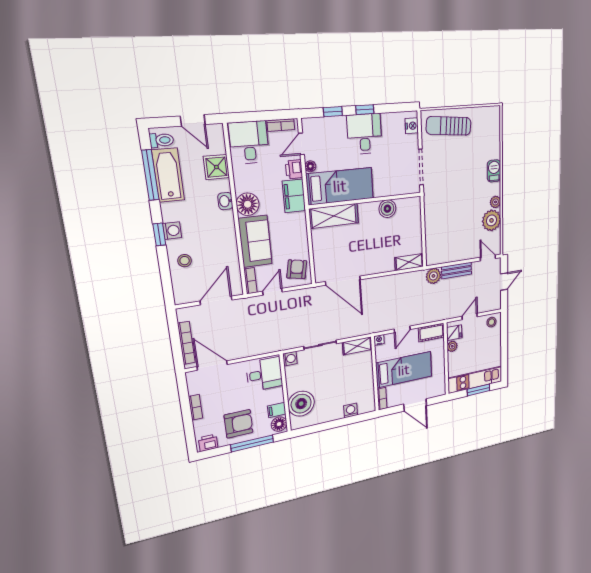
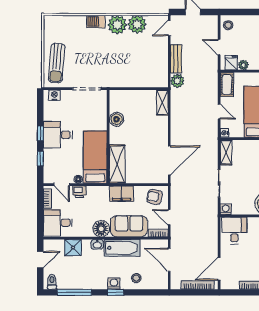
bathtub: (168, 175) -> (122, 248), moved, turned 180
filing cabinet: (294, 196) -> (121, 194), moved
plant: (495, 202) -> (117, 25), width x1.88, depth x1.88

